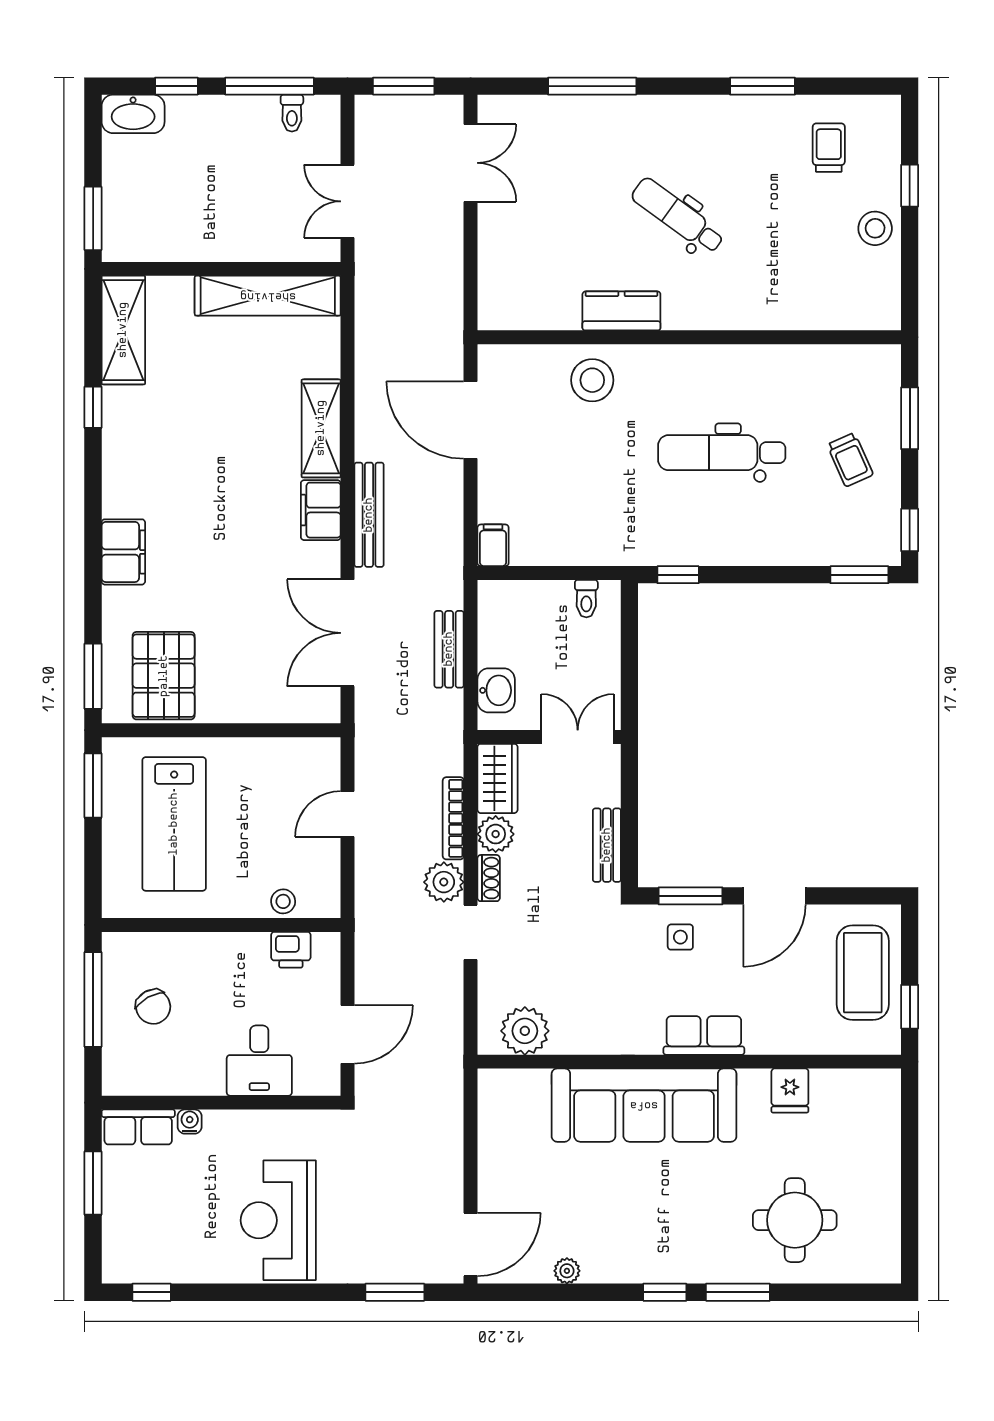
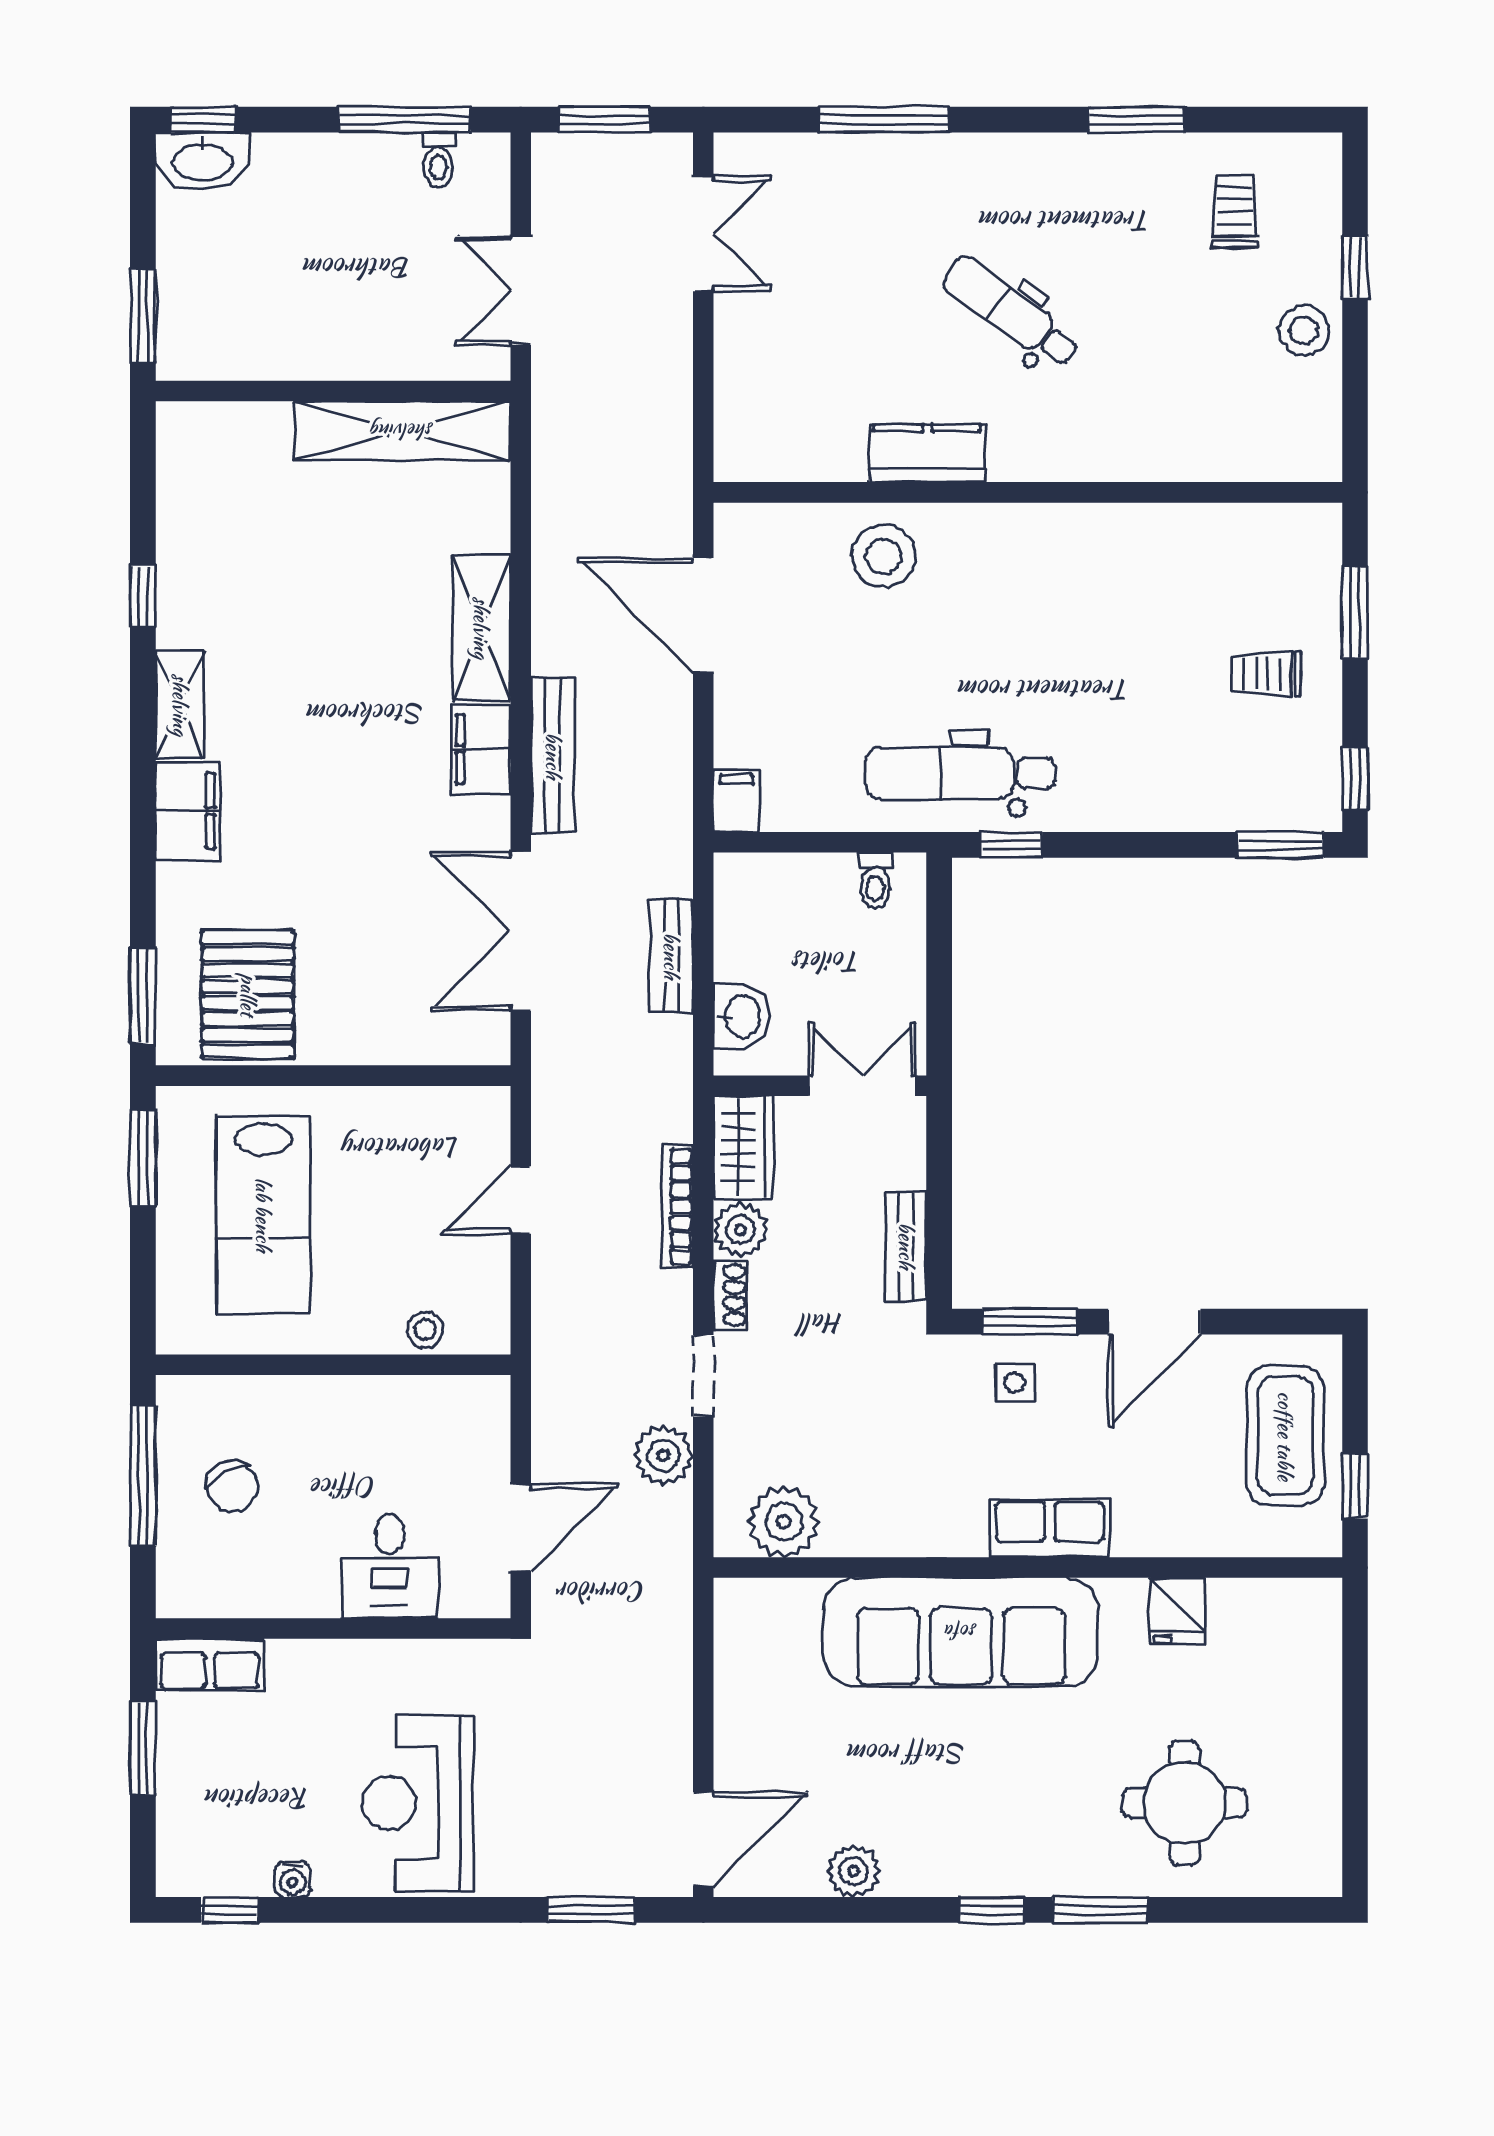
window: (176, 86) -> (203, 120), moved
shelving: (123, 330) -> (180, 705), moved, width x0.67, depth x0.75
dental chair: (722, 453) -> (960, 773), moved
trolley: (850, 460) -> (1267, 674), turned 114
plant: (444, 882) -> (664, 1455), moved
printer: (291, 950) -> (437, 1401), removed
water cooler: (190, 1122) -> (292, 1879), moved, turned 180
plant: (567, 1271) -> (853, 1871), width x1.38, depth x1.38

